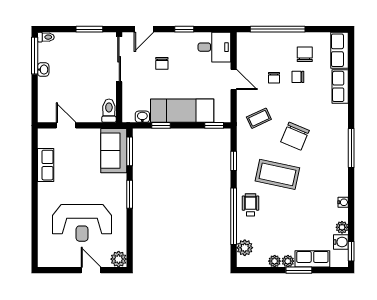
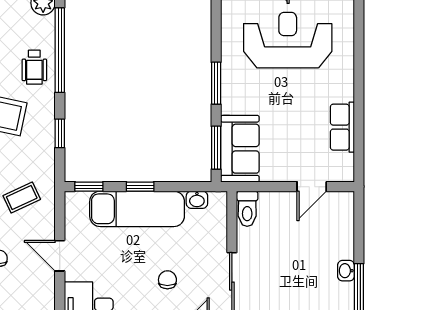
door: (66, 125) -> (312, 187), hinge flipped
window: (161, 125) -> (140, 187), moved

